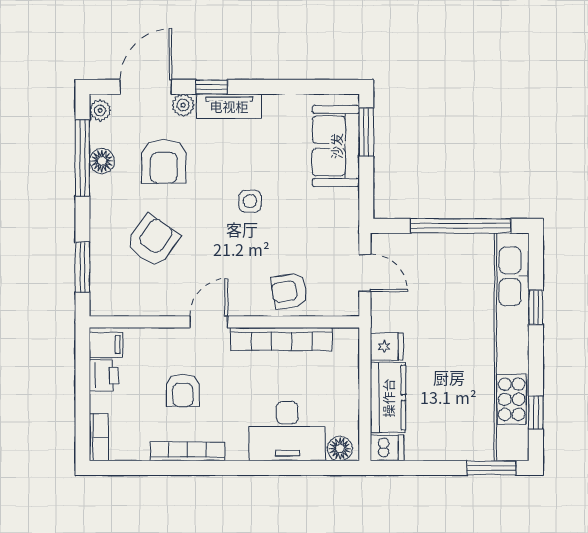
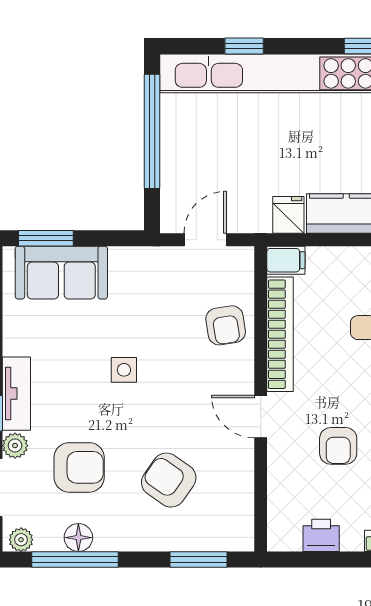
filing cabinet: (106, 345) -> (286, 260), moved, turned 90
armchair: (183, 390) -> (338, 446), turned 90

